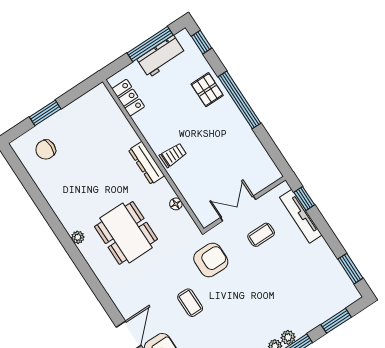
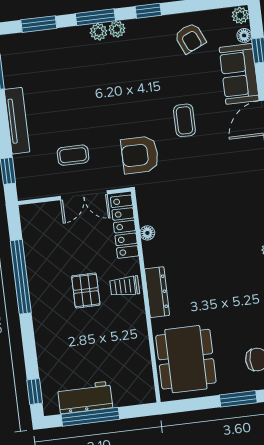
pallet: (207, 90) -> (86, 290), moved
locker: (128, 98) -> (125, 227), moved, width x1.53
window: (240, 100) -> (21, 277), moved
tv unit: (301, 216) -> (17, 121), moved
dining table: (126, 233) -> (186, 359), moved

